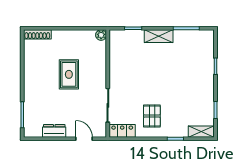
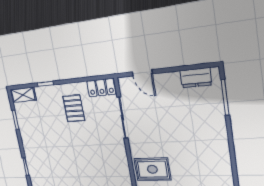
rug: (69, 74) -> (152, 169), moved, turned 90
dresser: (54, 131) -> (196, 78), moved

